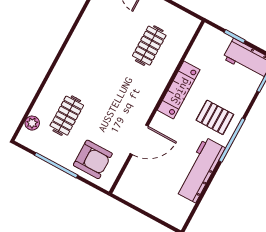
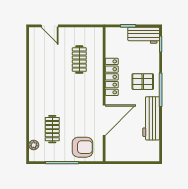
door: (139, 140) -> (104, 120), width x1.36

